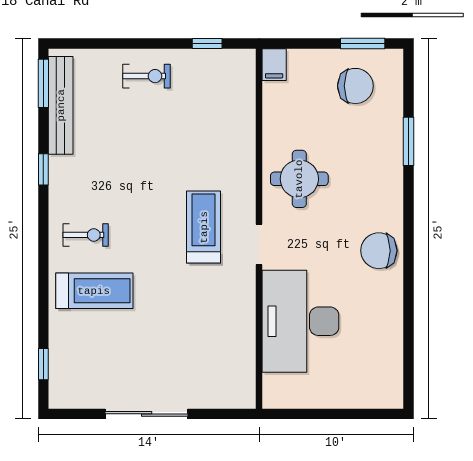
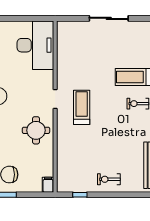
treadmill: (204, 227) -> (82, 107), turned 180
desk: (300, 321) -> (35, 45), moved

